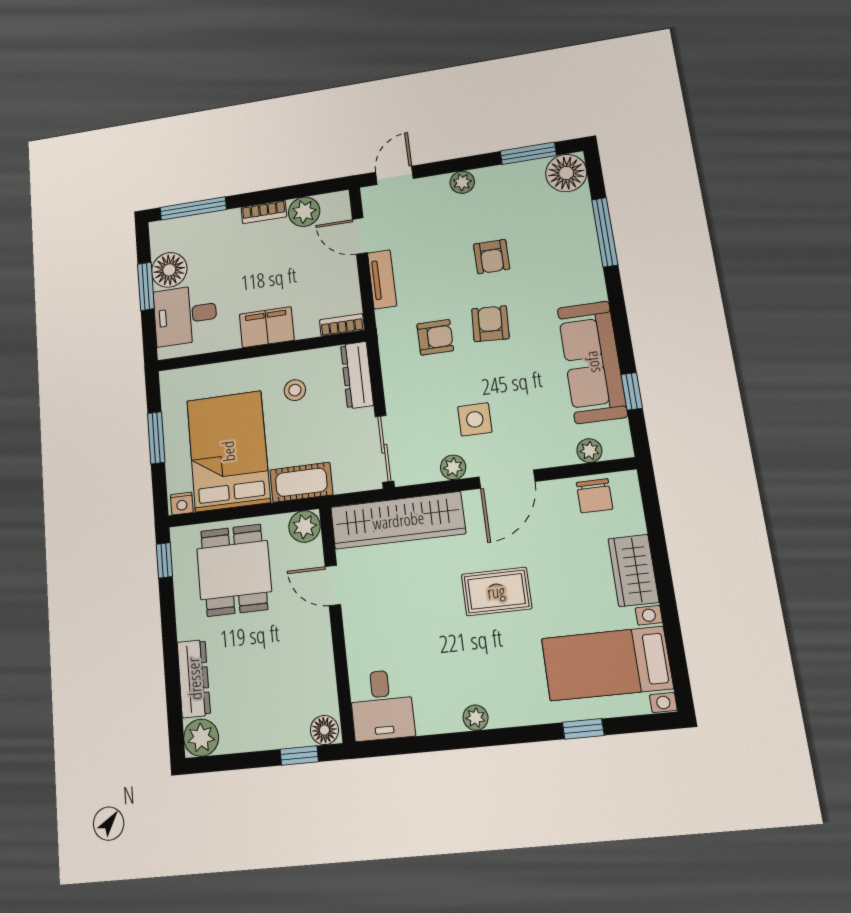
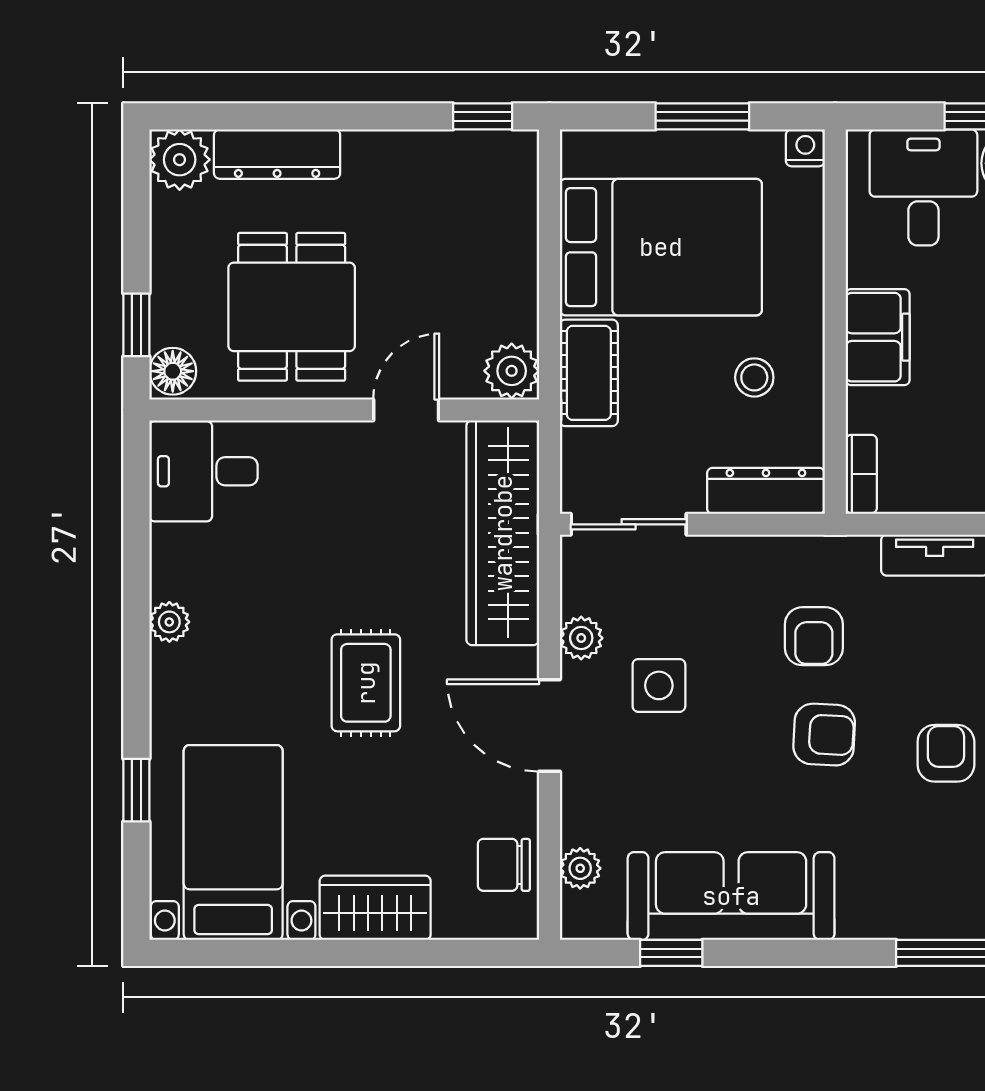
armchair: (492, 257) -> (946, 753), turned 90
nightstand: (182, 504) -> (805, 148), moved, turned 90
dining table: (234, 570) -> (292, 307), moved, turned 90

